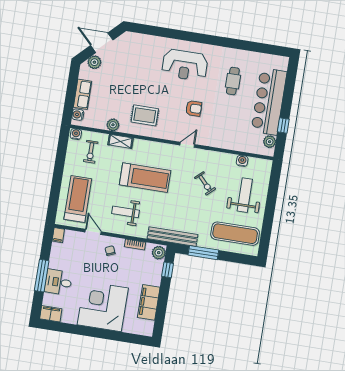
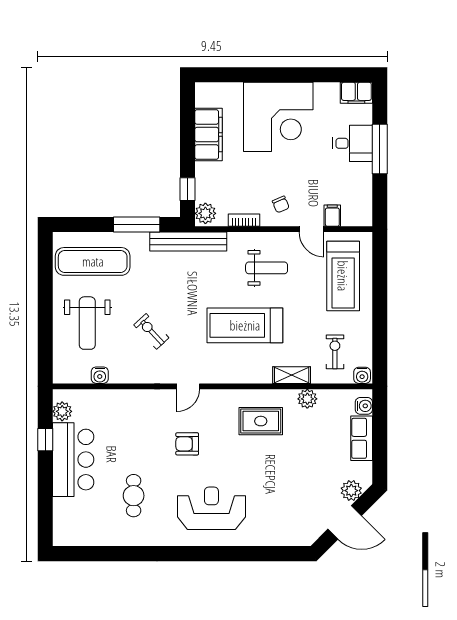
bar counter: (269, 102) -> (73, 460), width x0.73
filing cabinet: (58, 235) -> (332, 216), moved

